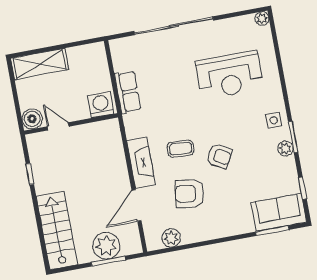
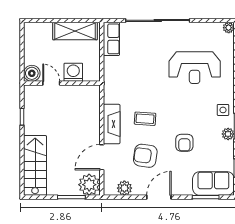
shelving: (40, 64) -> (75, 31), moved
row of seats: (128, 92) -> (111, 39), moved
washing machine: (101, 105) -> (73, 72), moved
armchair: (219, 156) -> (184, 143), moved, turned 61
door: (215, 241) -> (159, 197), added
plant: (106, 246) -> (89, 185), moved

